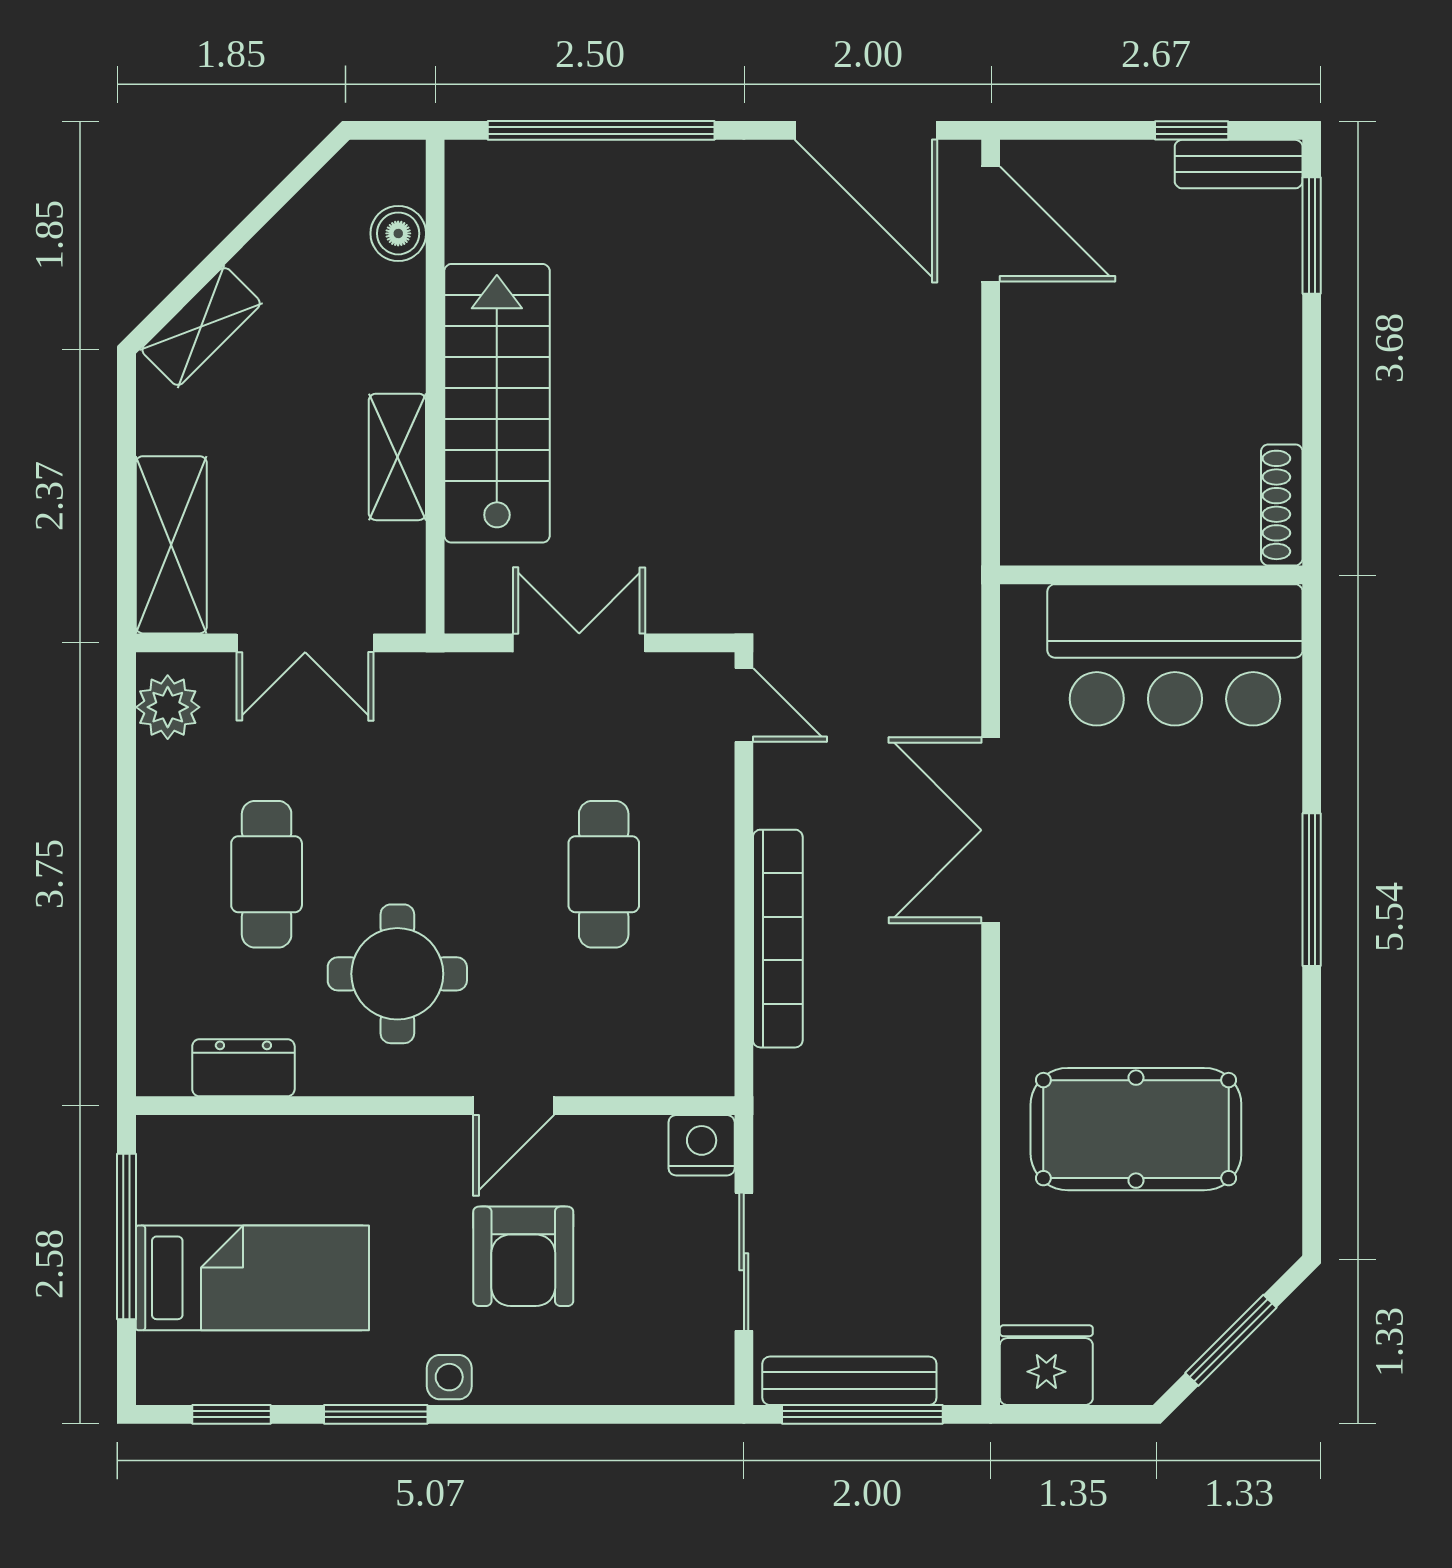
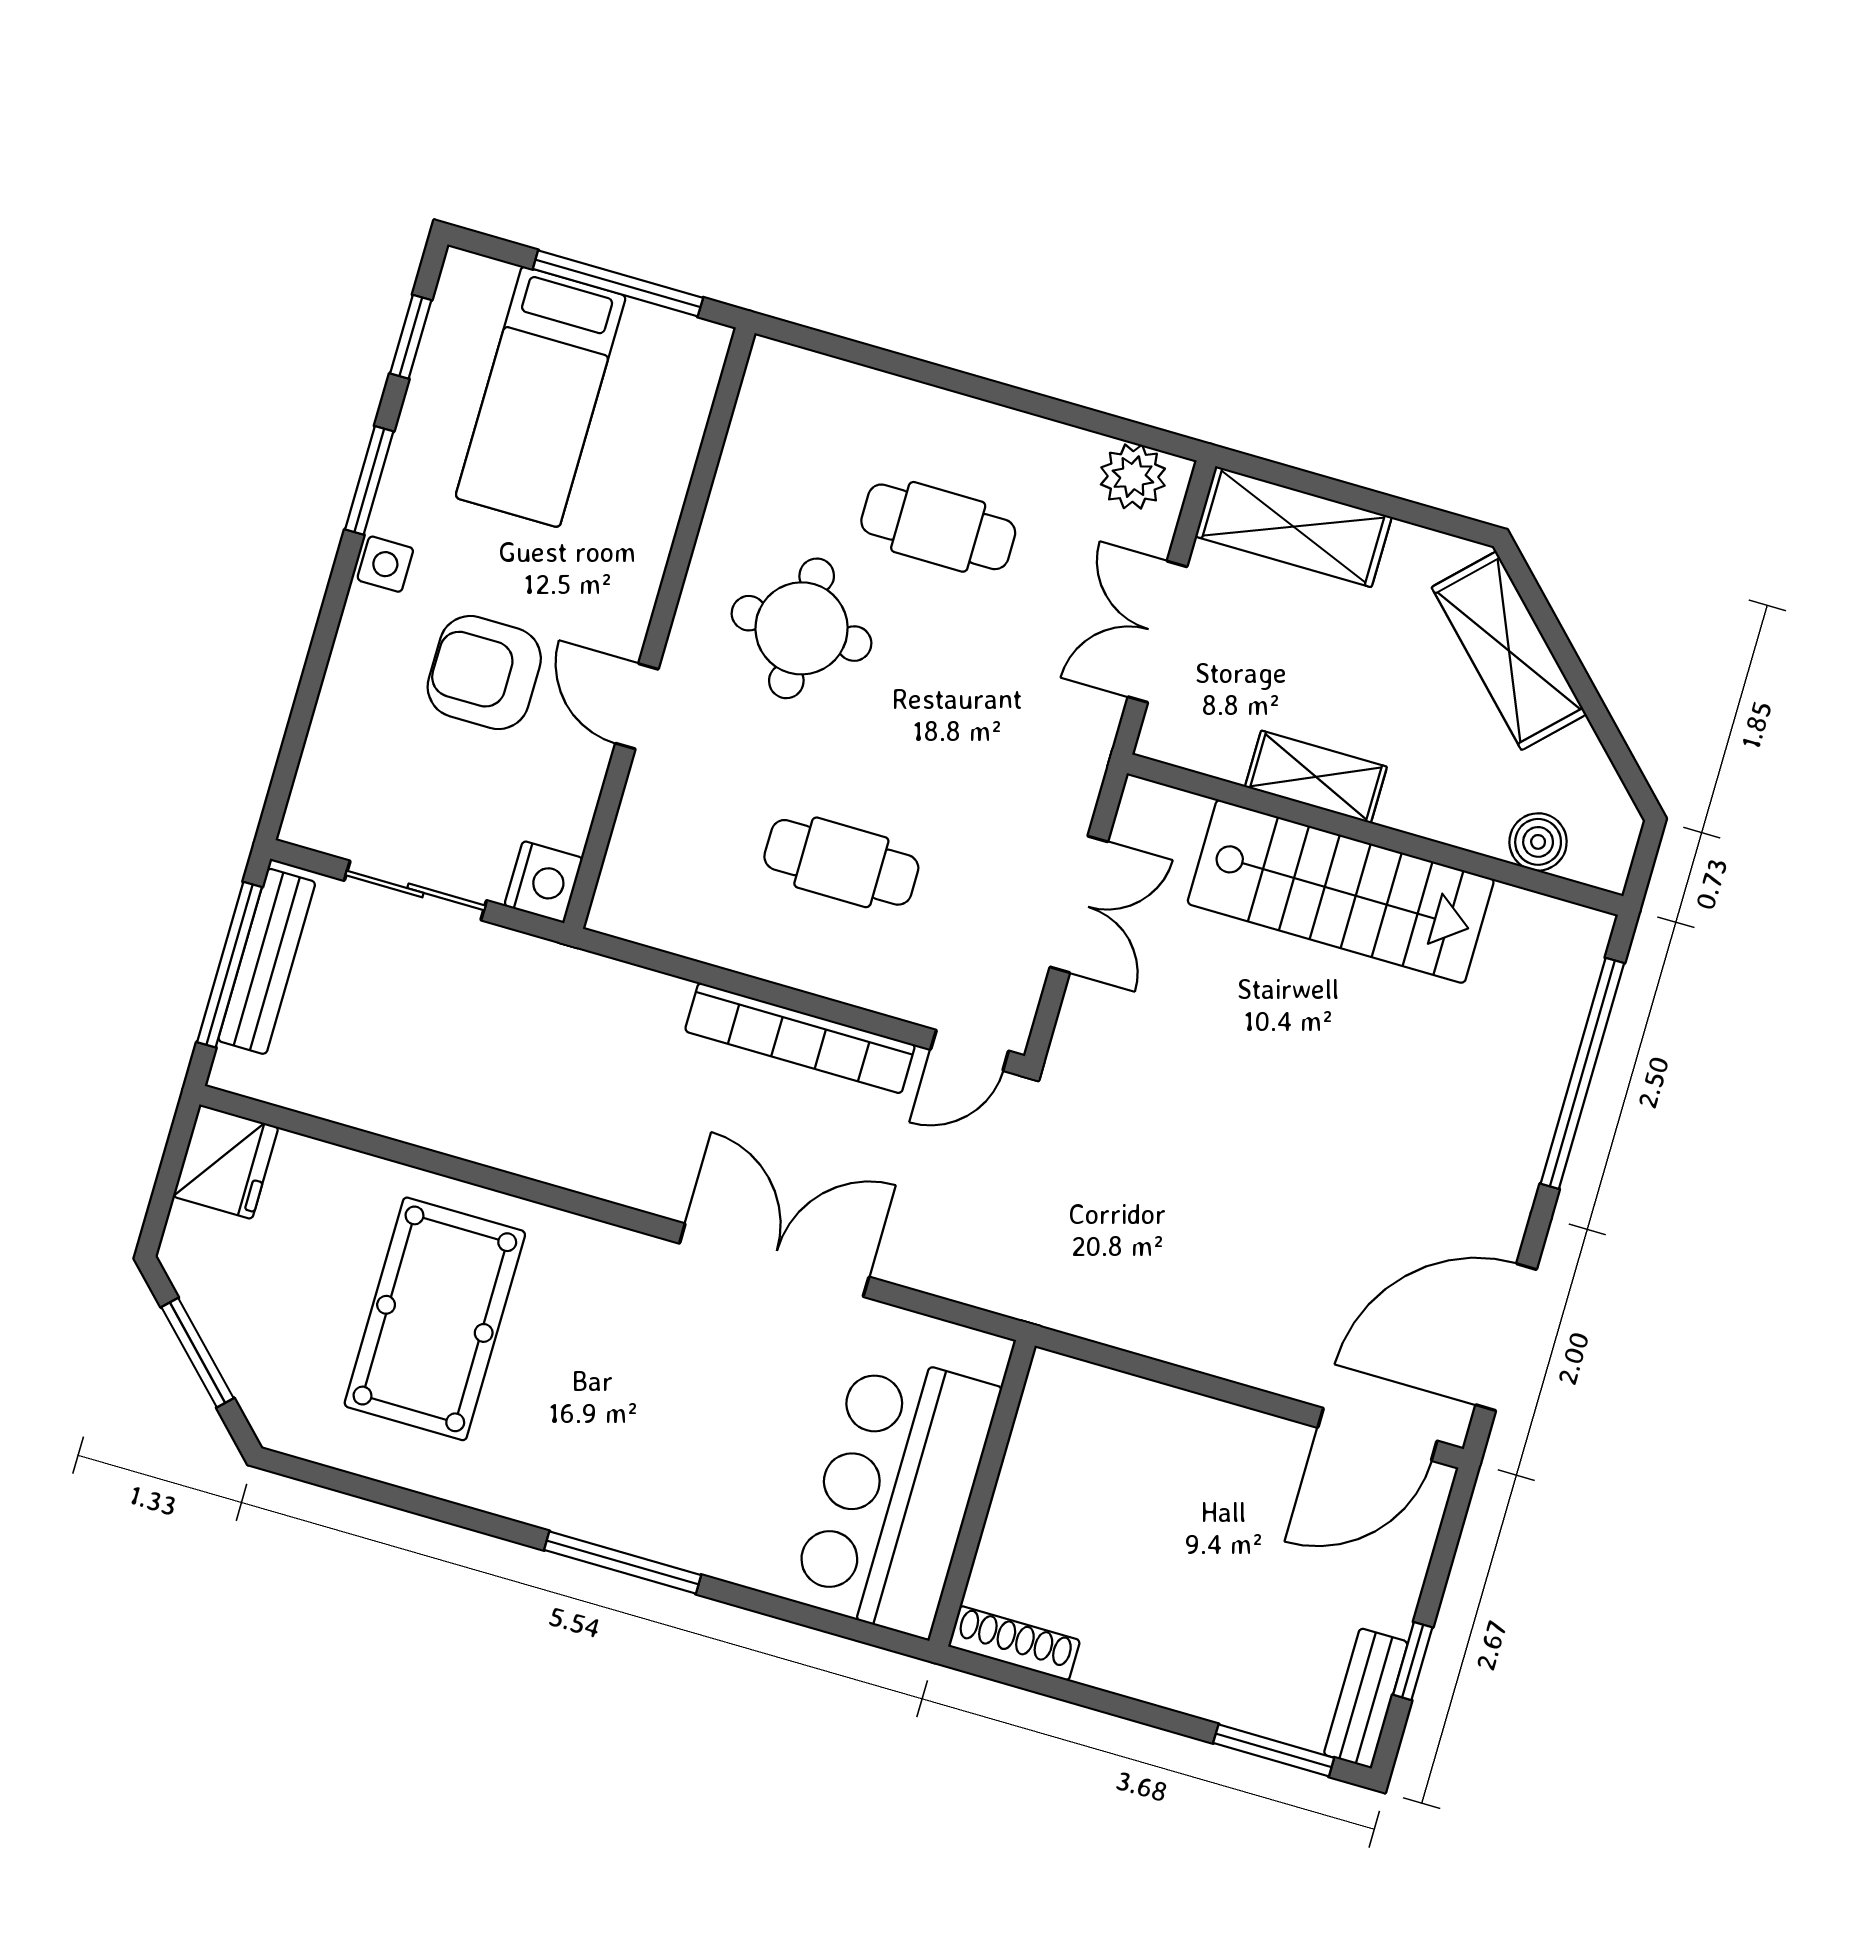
shelving: (201, 327) -> (1509, 651), width x1.50, depth x1.33
bookcase: (778, 939) -> (800, 1038), moved
dresser: (243, 1068) -> (752, 448), removed

